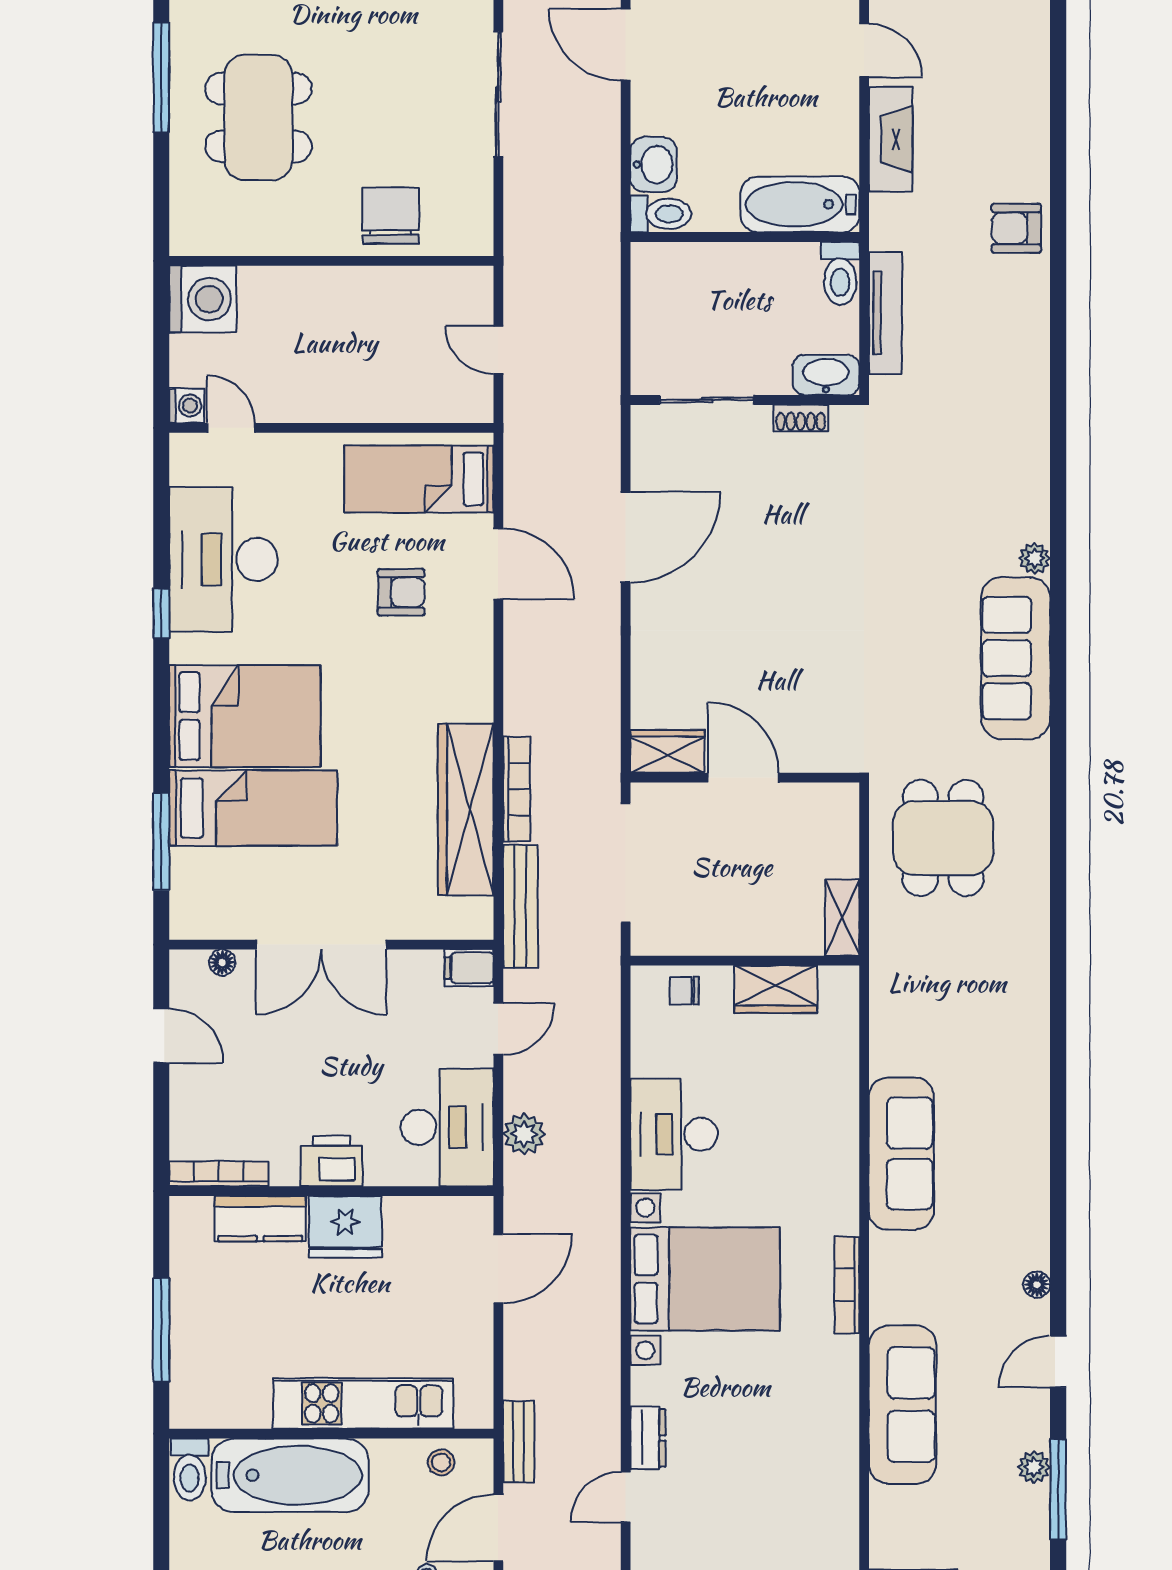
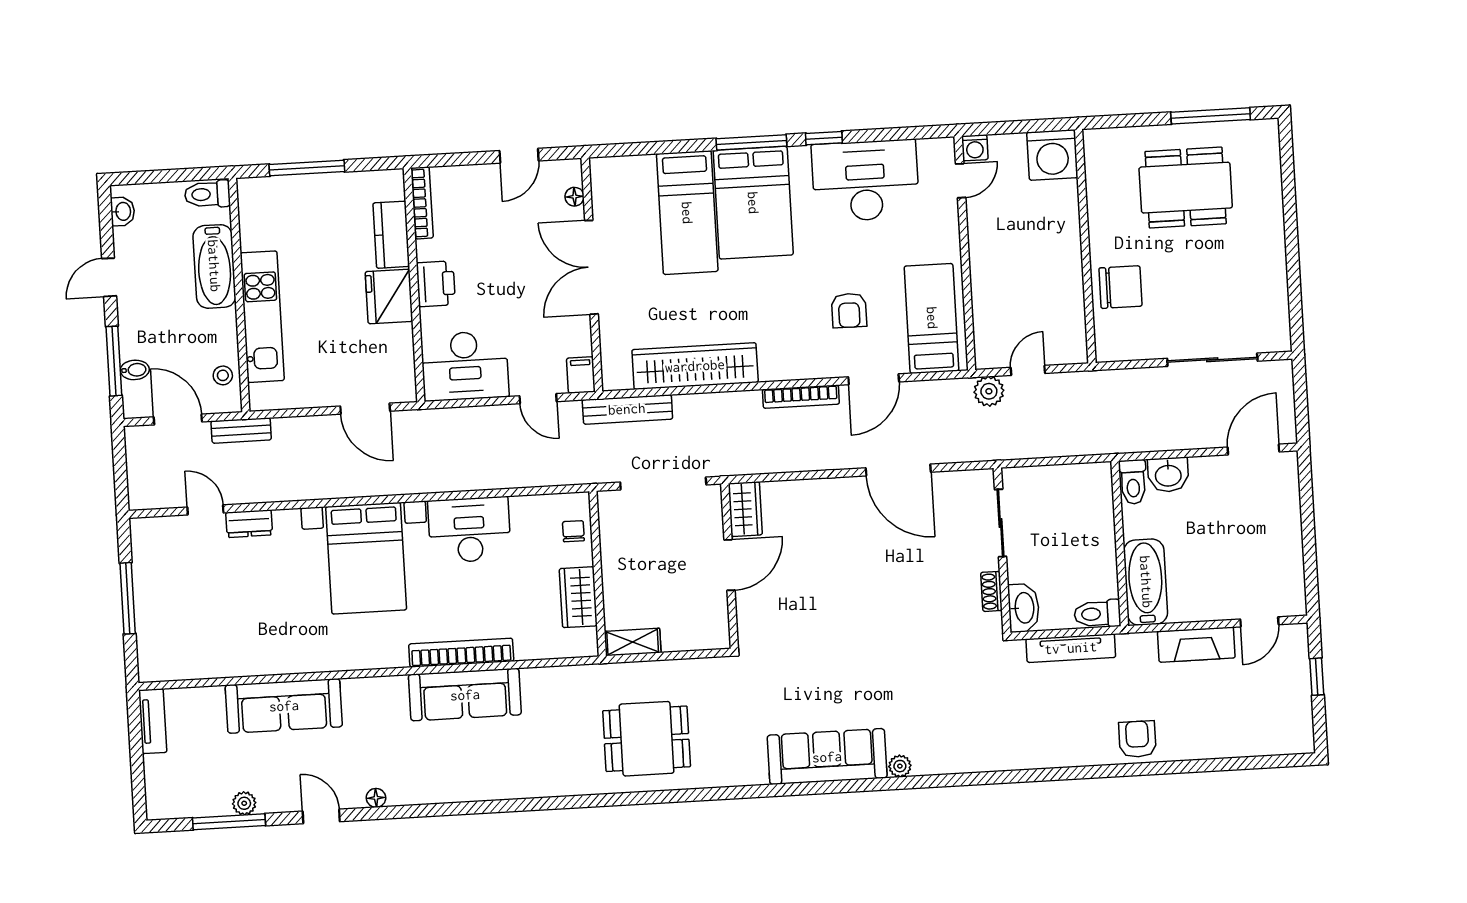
bookcase: (517, 789) -> (801, 397), moved
dining table: (943, 838) -> (647, 739), moved
window: (161, 842) -> (751, 142), moved
plant: (524, 1134) -> (989, 391), moved
bookcase: (847, 1285) -> (461, 653), moved, width x1.48, depth x1.31
bathtub: (290, 1475) -> (214, 266), width x0.73, depth x0.73

